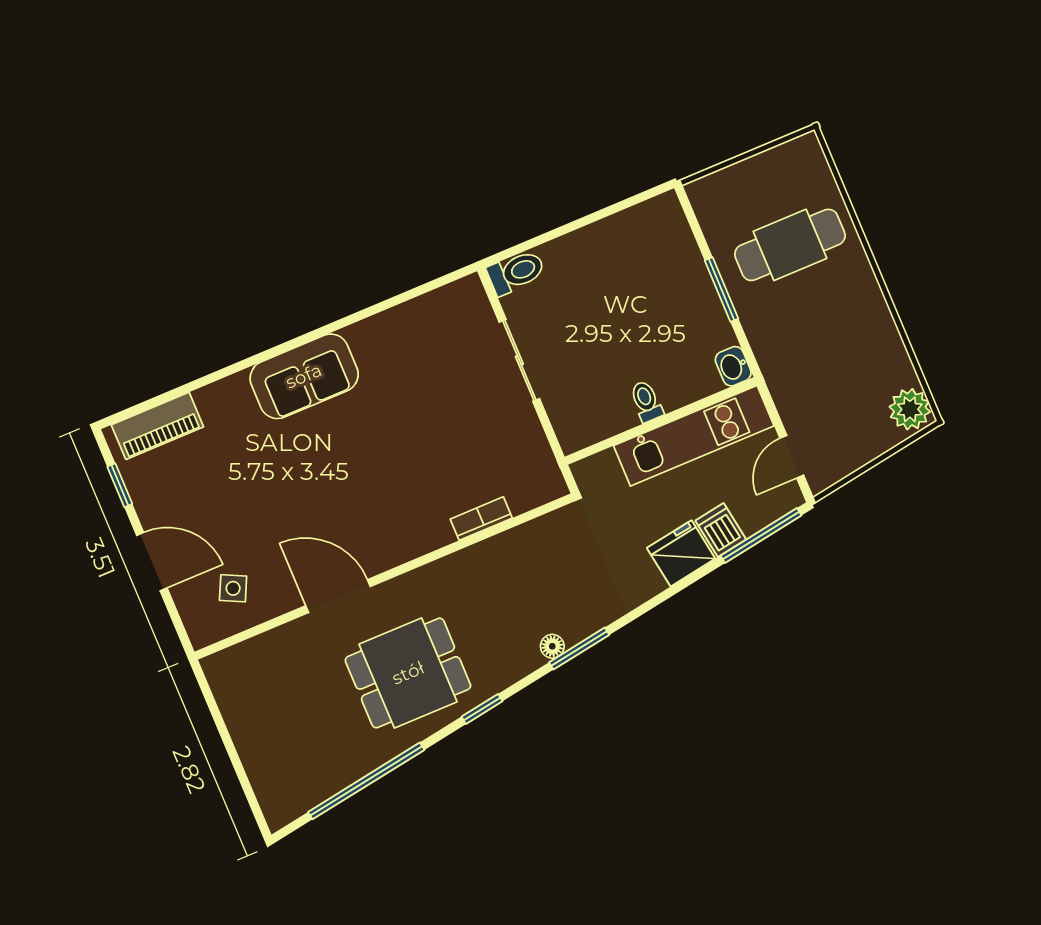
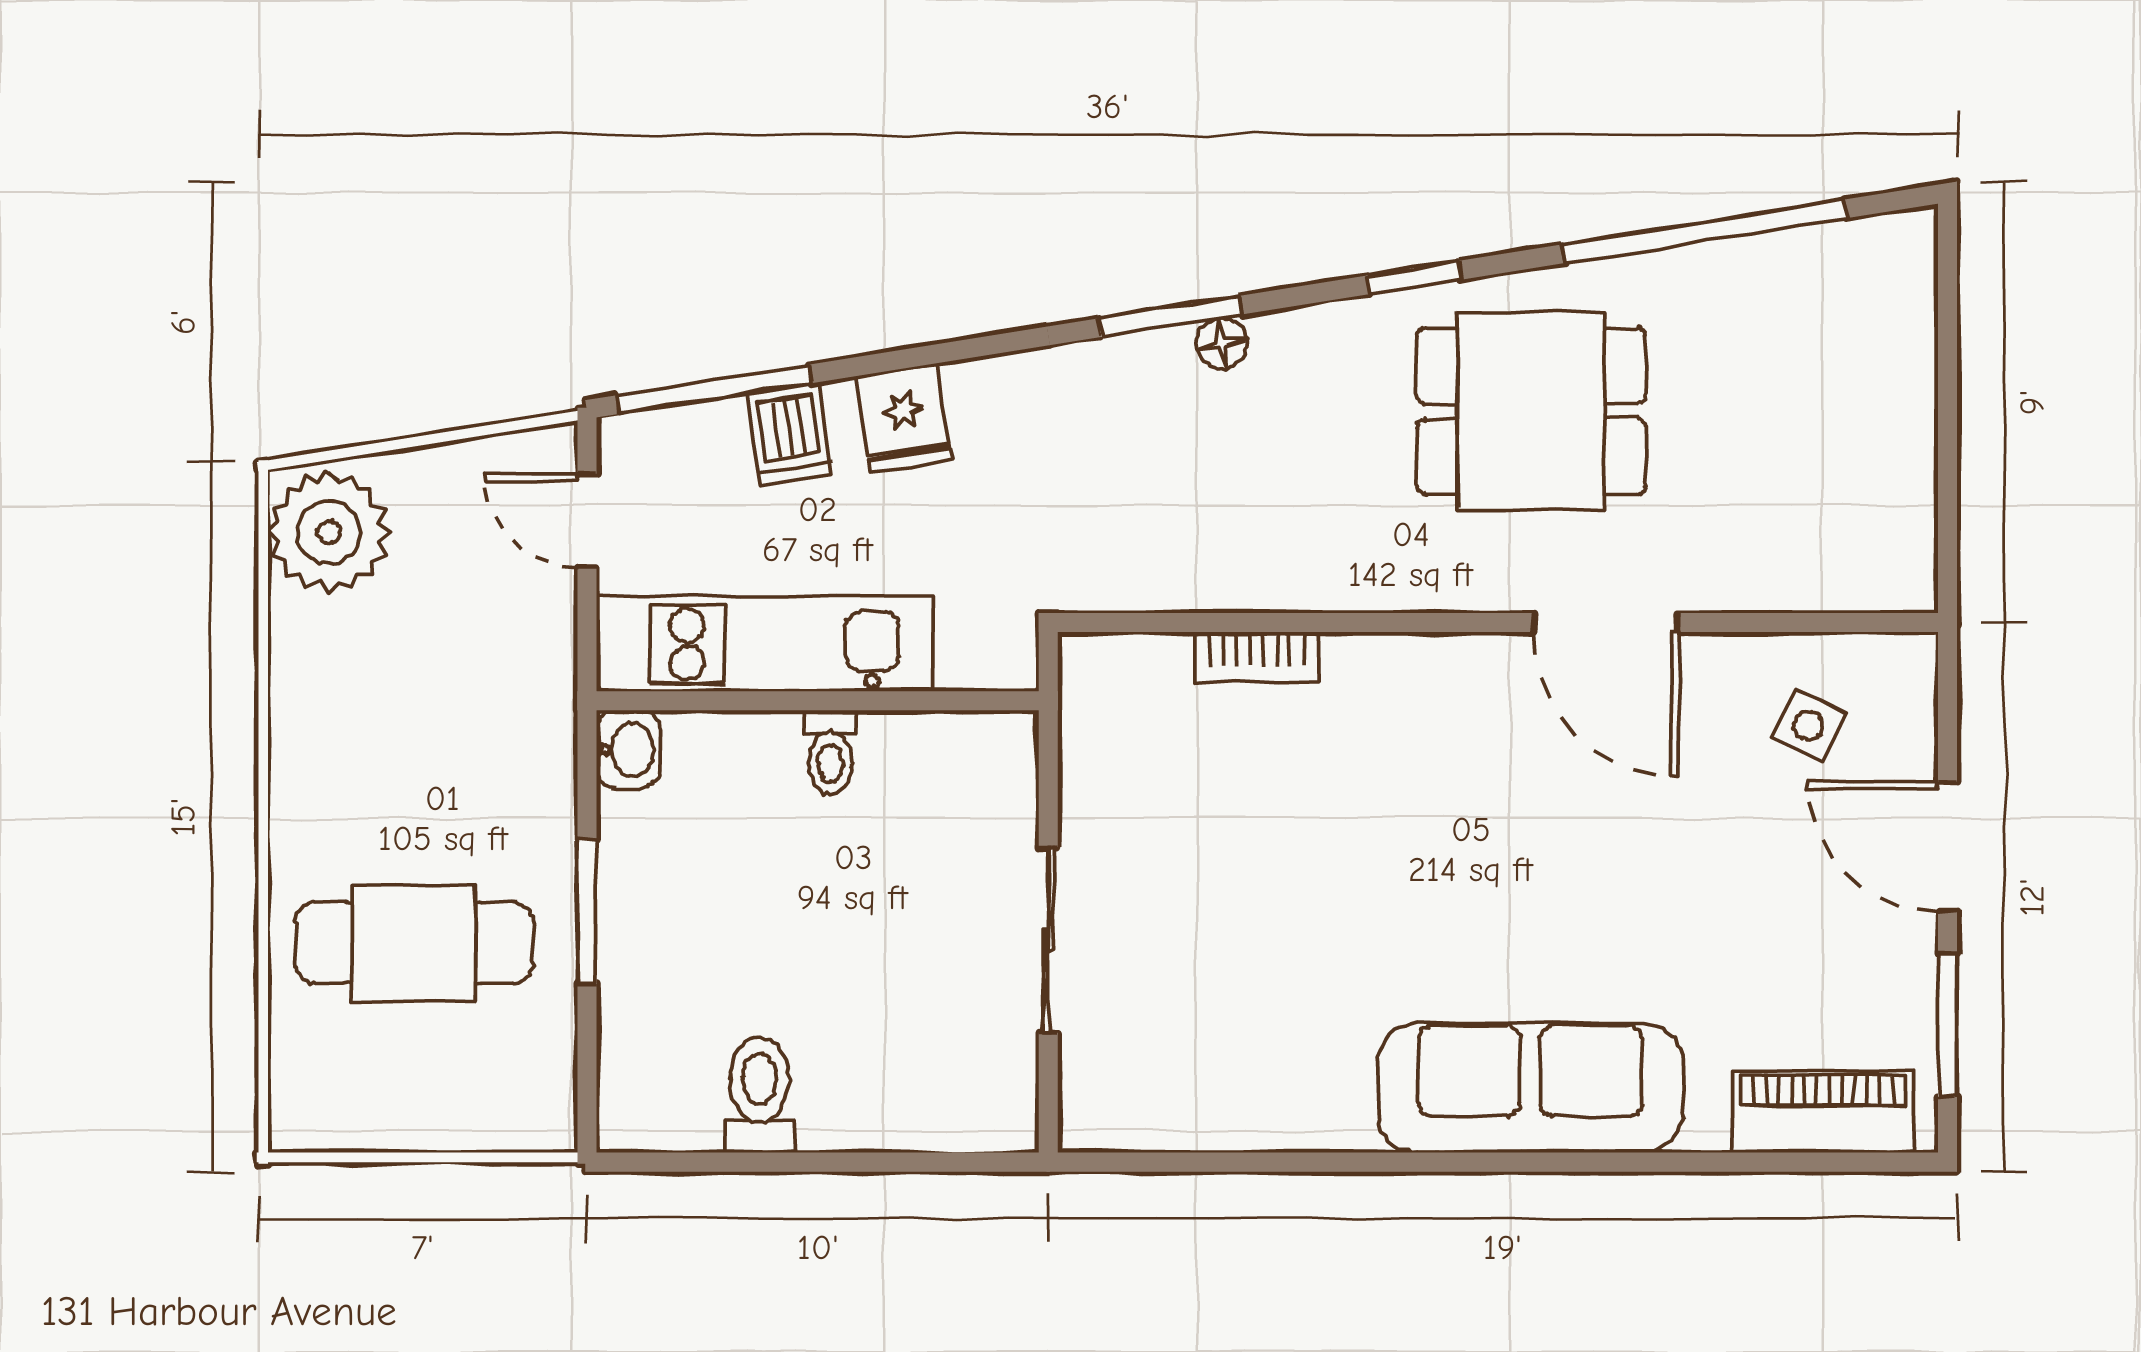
toilet: (516, 272) -> (760, 1095), moved, turned 90
sofa: (304, 376) -> (1530, 1088), width x1.36
plant: (910, 409) -> (329, 532), width x1.36, depth x1.36
door: (792, 457) -> (587, 520), swing flipped
window: (120, 485) -> (1948, 1025), width x1.50
fridge: (681, 553) -> (904, 418), width x0.72

